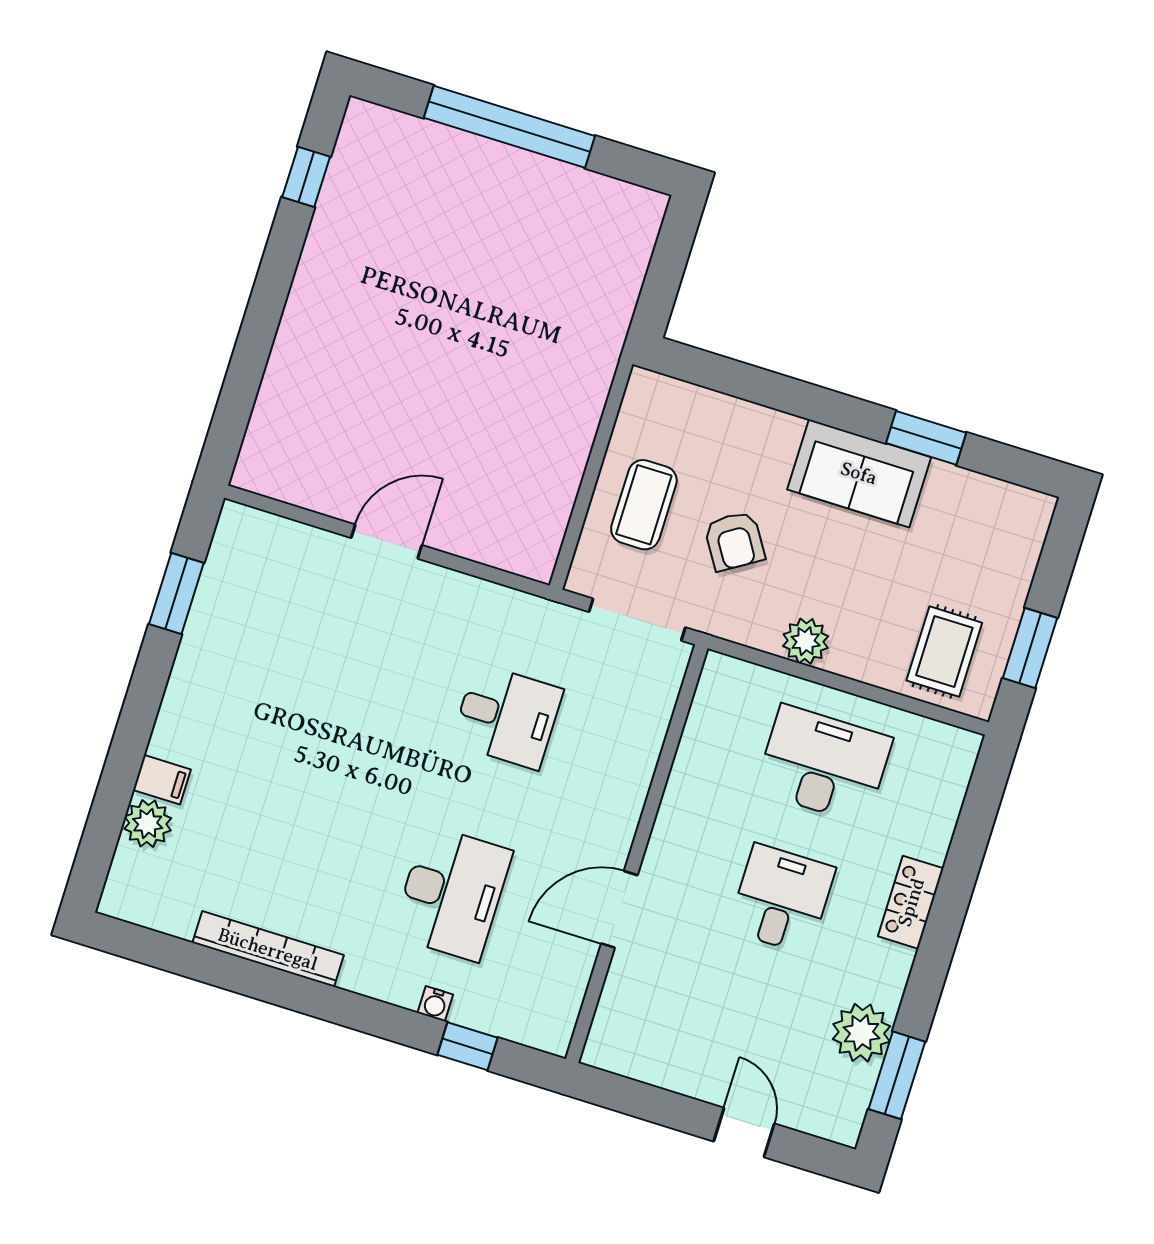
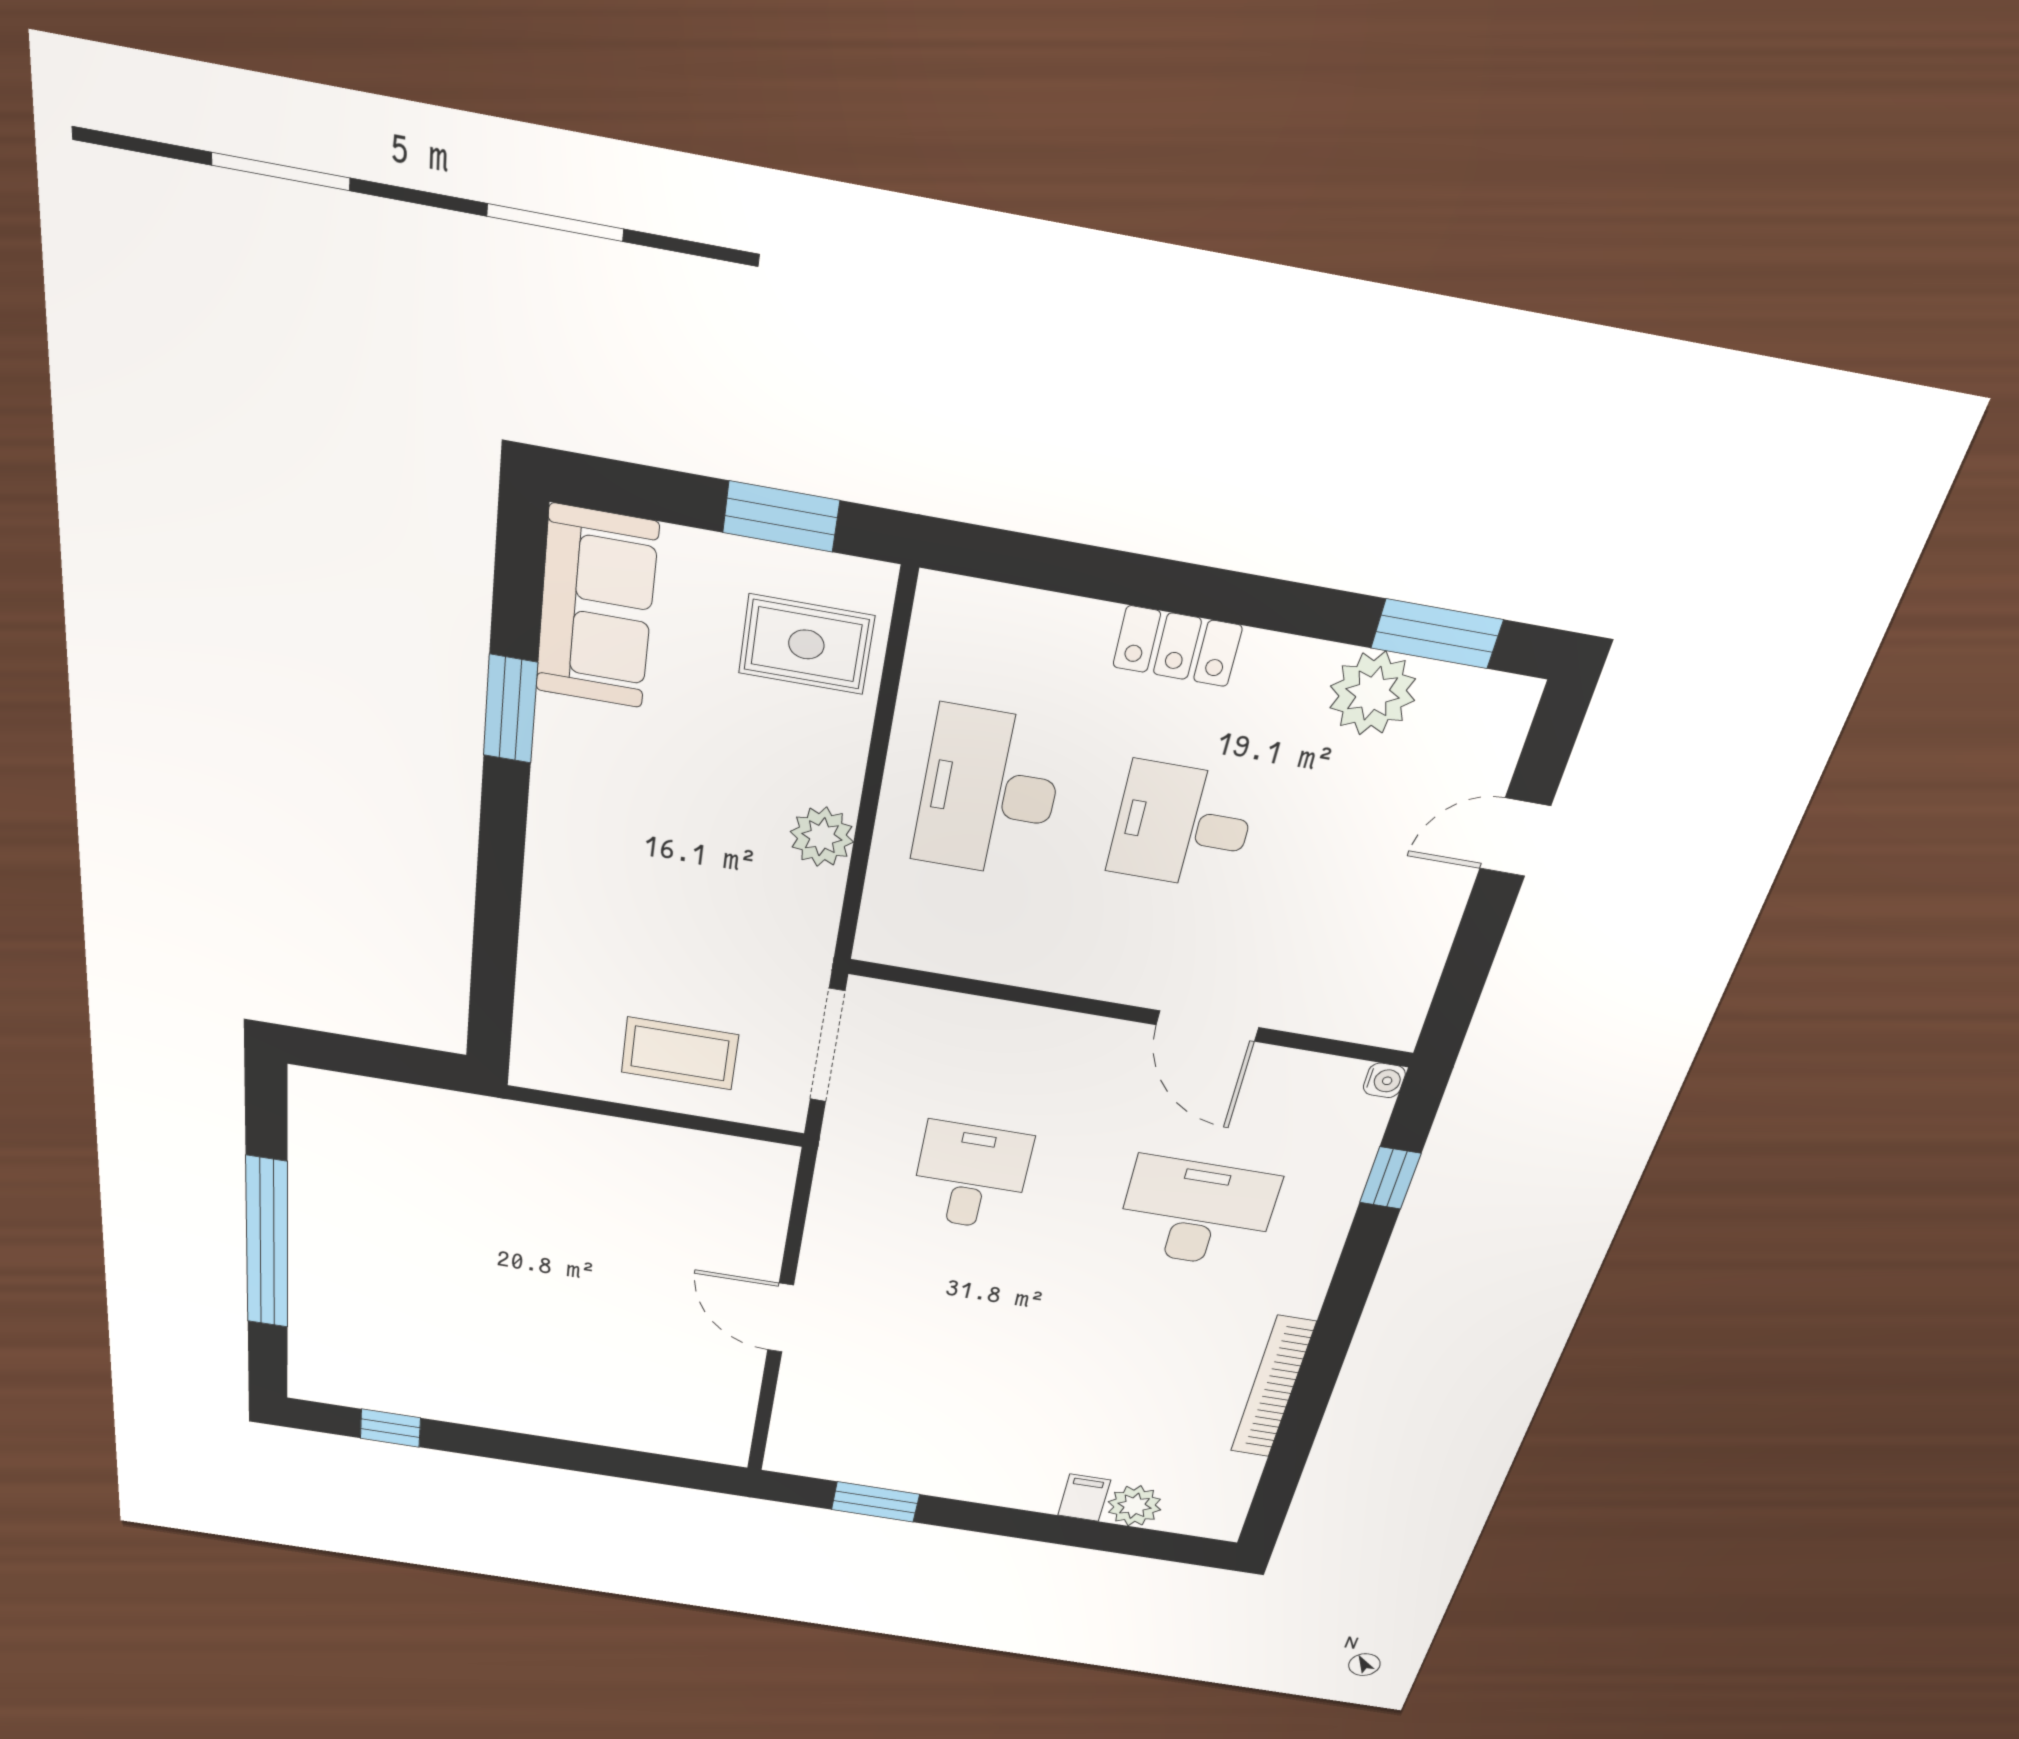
sofa: (859, 473) -> (596, 608), moved
armchair: (734, 541) -> (704, 942), removed
water cooler: (435, 1004) -> (1384, 1080), moved

